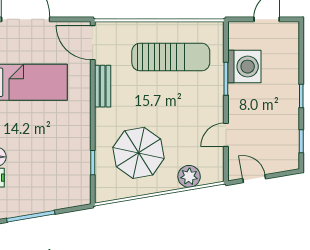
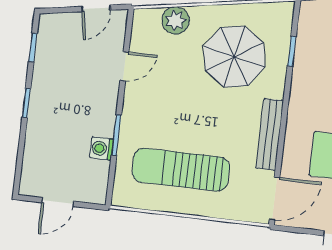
door: (93, 43) -> (275, 199), hinge flipped
washing machine: (244, 67) -> (101, 148), width x0.53, depth x0.53
bench: (103, 86) -> (270, 134), width x1.36
door: (254, 179) -> (96, 8), hinge flipped

